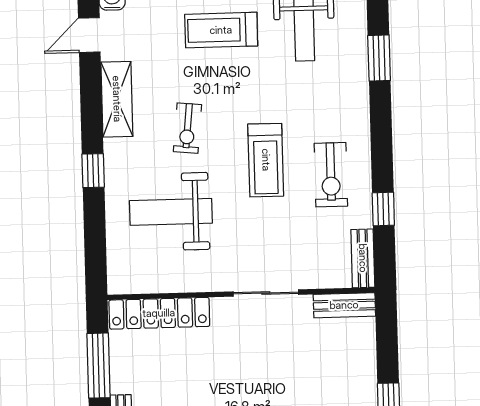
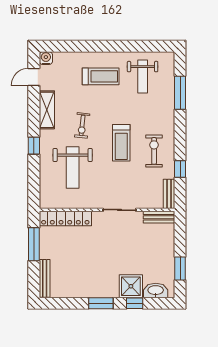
treadmill: (221, 30) -> (101, 76), turned 180
window: (379, 58) -> (180, 93), width x1.44
exercise bike: (331, 175) -> (154, 151), turned 180
weight bench: (171, 212) -> (73, 168), turned -90

